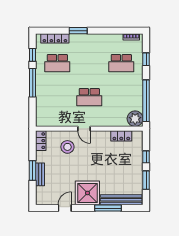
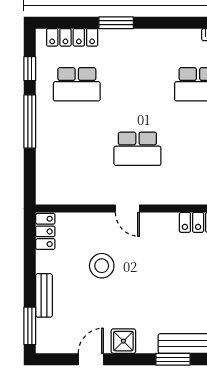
stool: (67, 147) -> (102, 266), moved
window: (33, 170) -> (30, 326), moved
shower: (87, 193) -> (123, 341), width x0.54, depth x0.54
window: (108, 208) -> (173, 359), width x0.69

